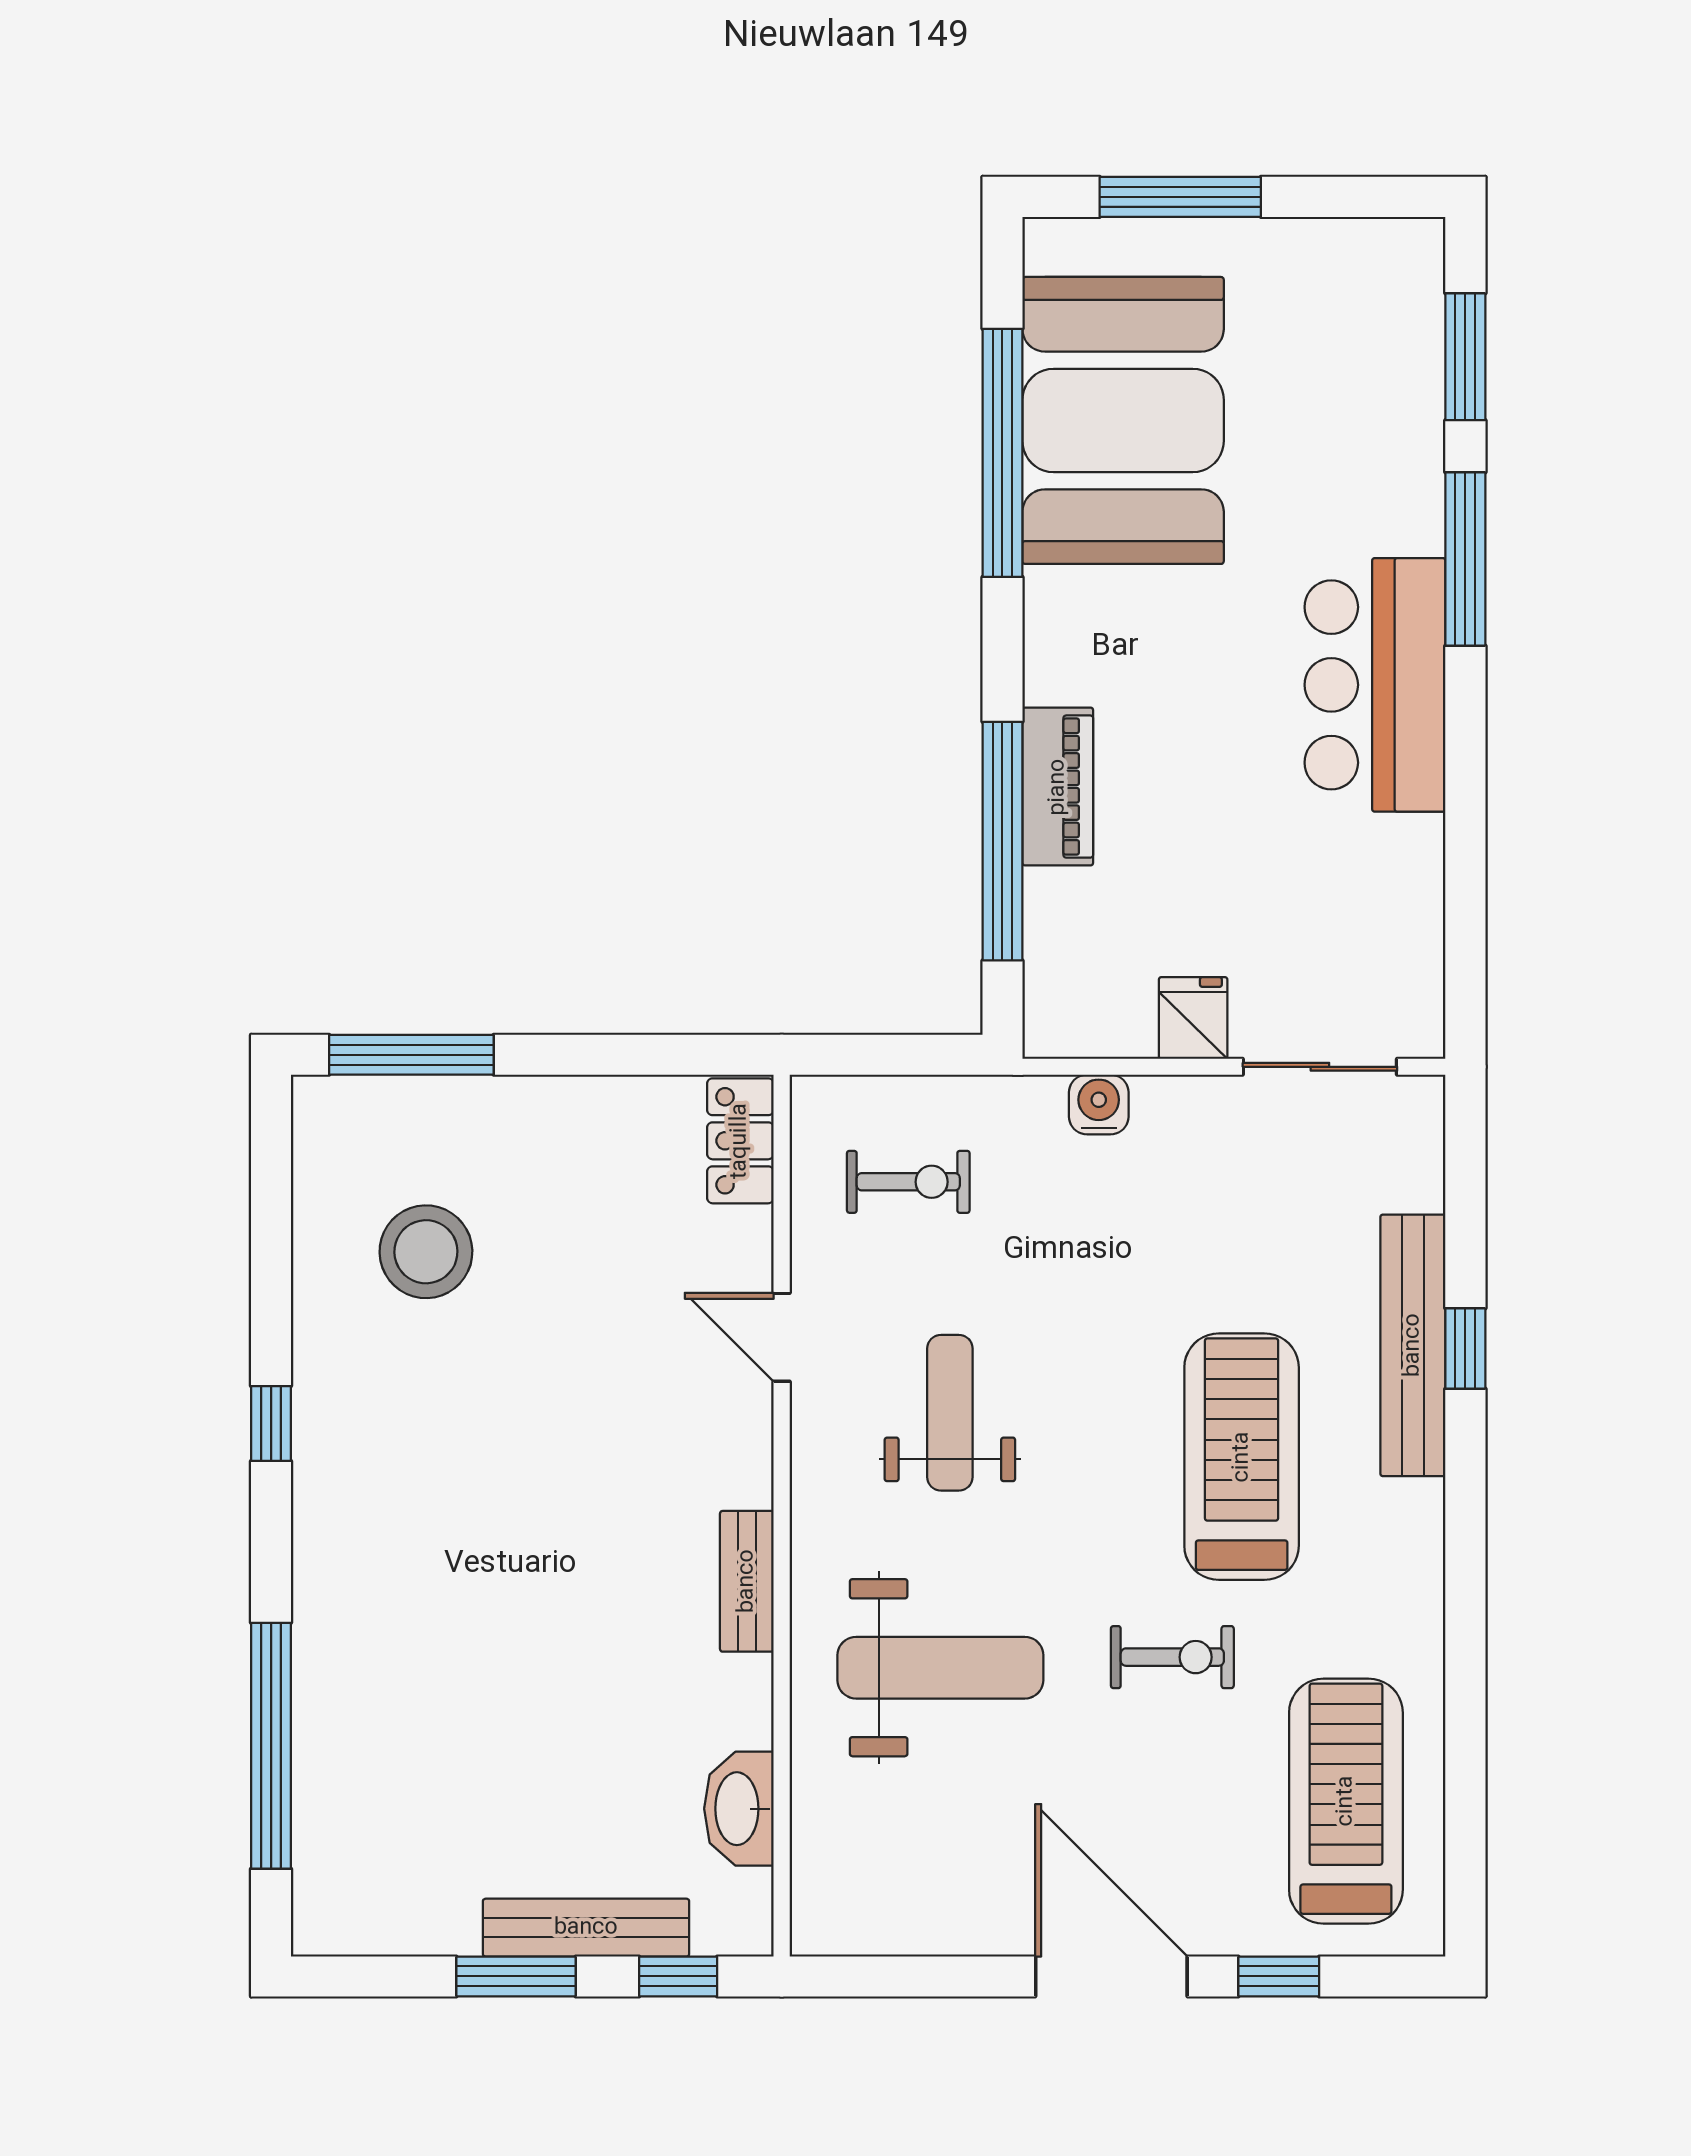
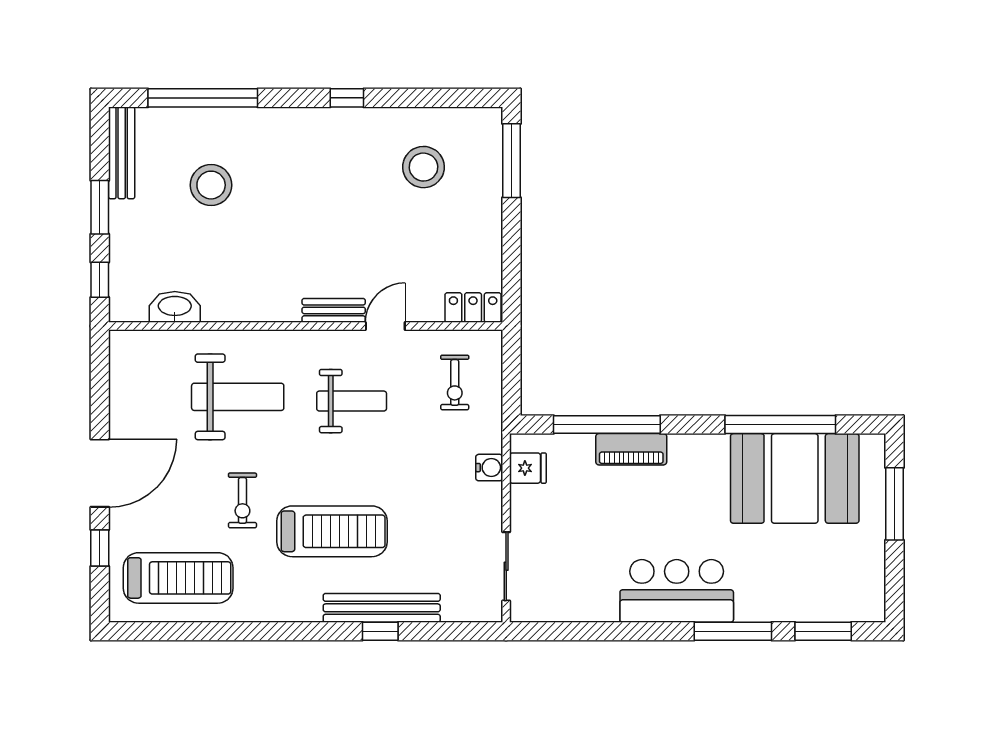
fridge: (1193, 1018) -> (528, 468), moved
bench: (747, 1581) -> (334, 310), moved
weight bench: (940, 1668) -> (238, 397), turned -90
stool: (466, 1727) -> (211, 185), added
bench: (586, 1928) -> (122, 153), moved

